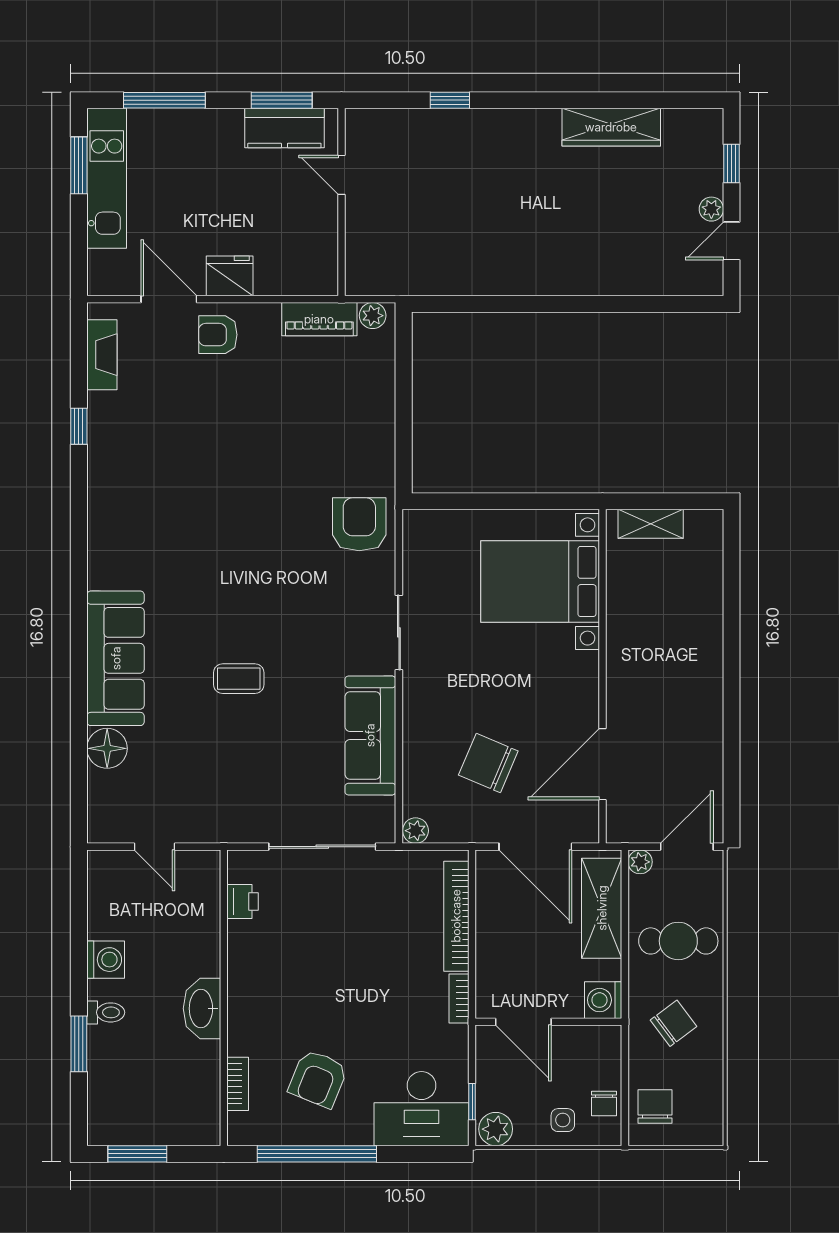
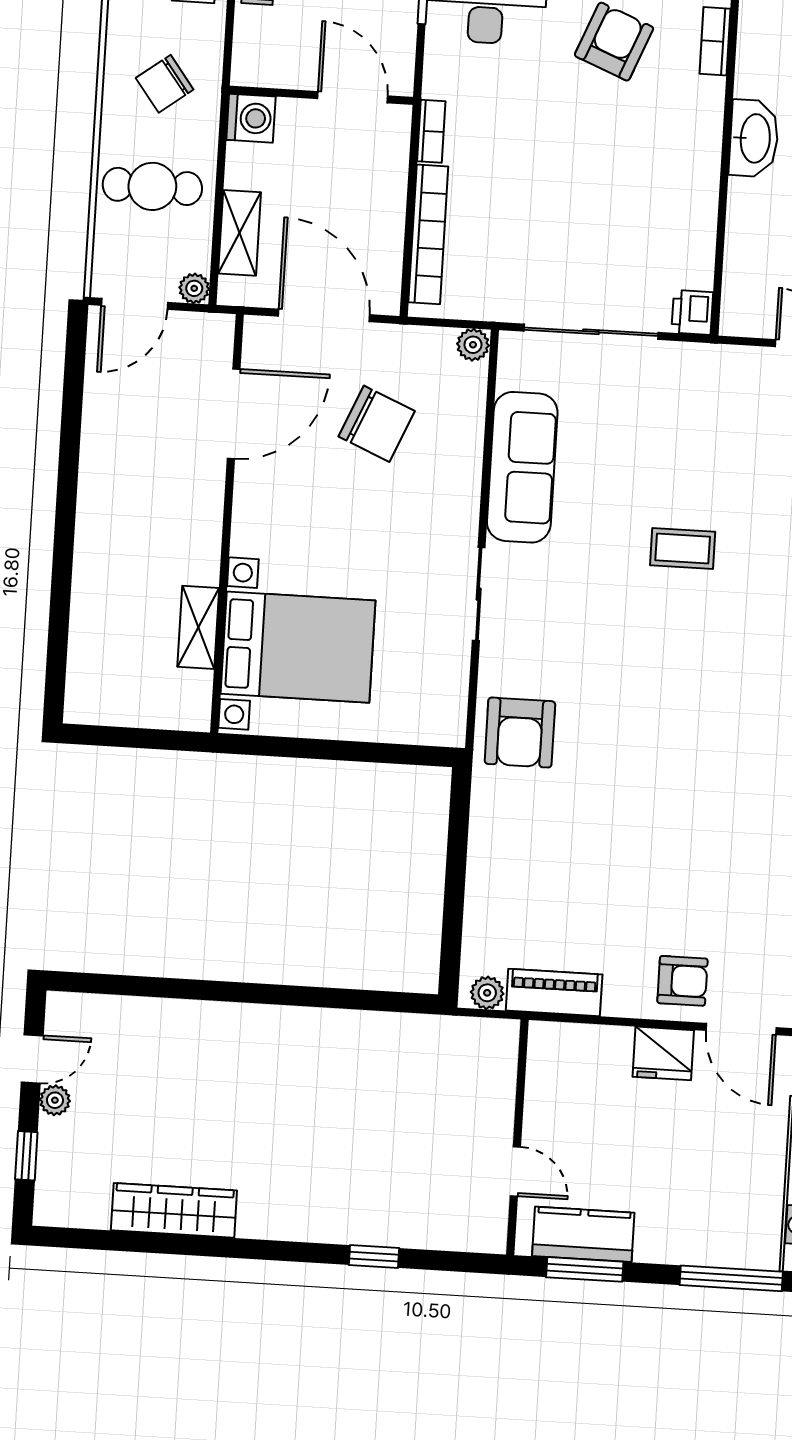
shelving: (651, 524) -> (198, 627), moved, turned 90
printer: (243, 901) -> (692, 312), moved
shelving: (602, 908) -> (240, 233), width x0.67, depth x0.75

